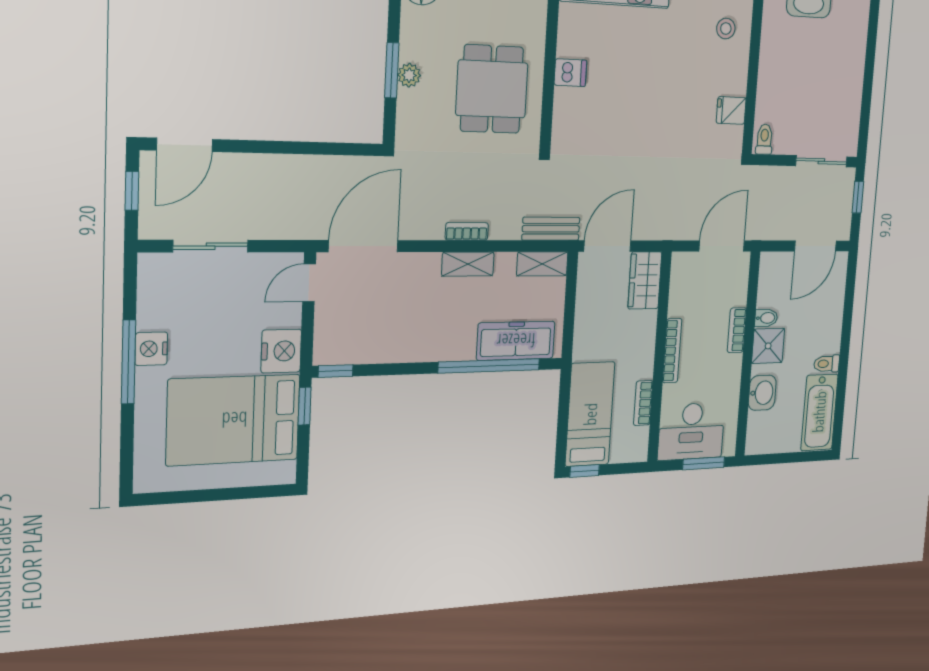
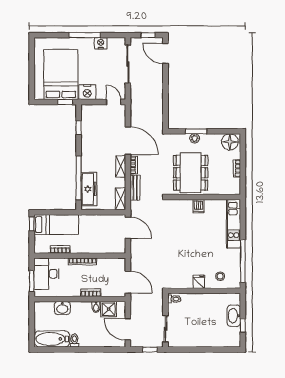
dining table: (492, 89) -> (191, 173), width x1.38
fridge: (731, 110) -> (199, 282), moved
bench: (551, 229) -> (135, 188), moved
sliding door: (211, 246) -> (128, 64), width x1.37
door: (363, 246) -> (128, 141), moved
wardrobe: (645, 280) -> (113, 246), removed
shower: (768, 346) -> (109, 309), moved
nightstand: (151, 349) -> (101, 43), moved
window: (336, 371) -> (79, 128), moved

